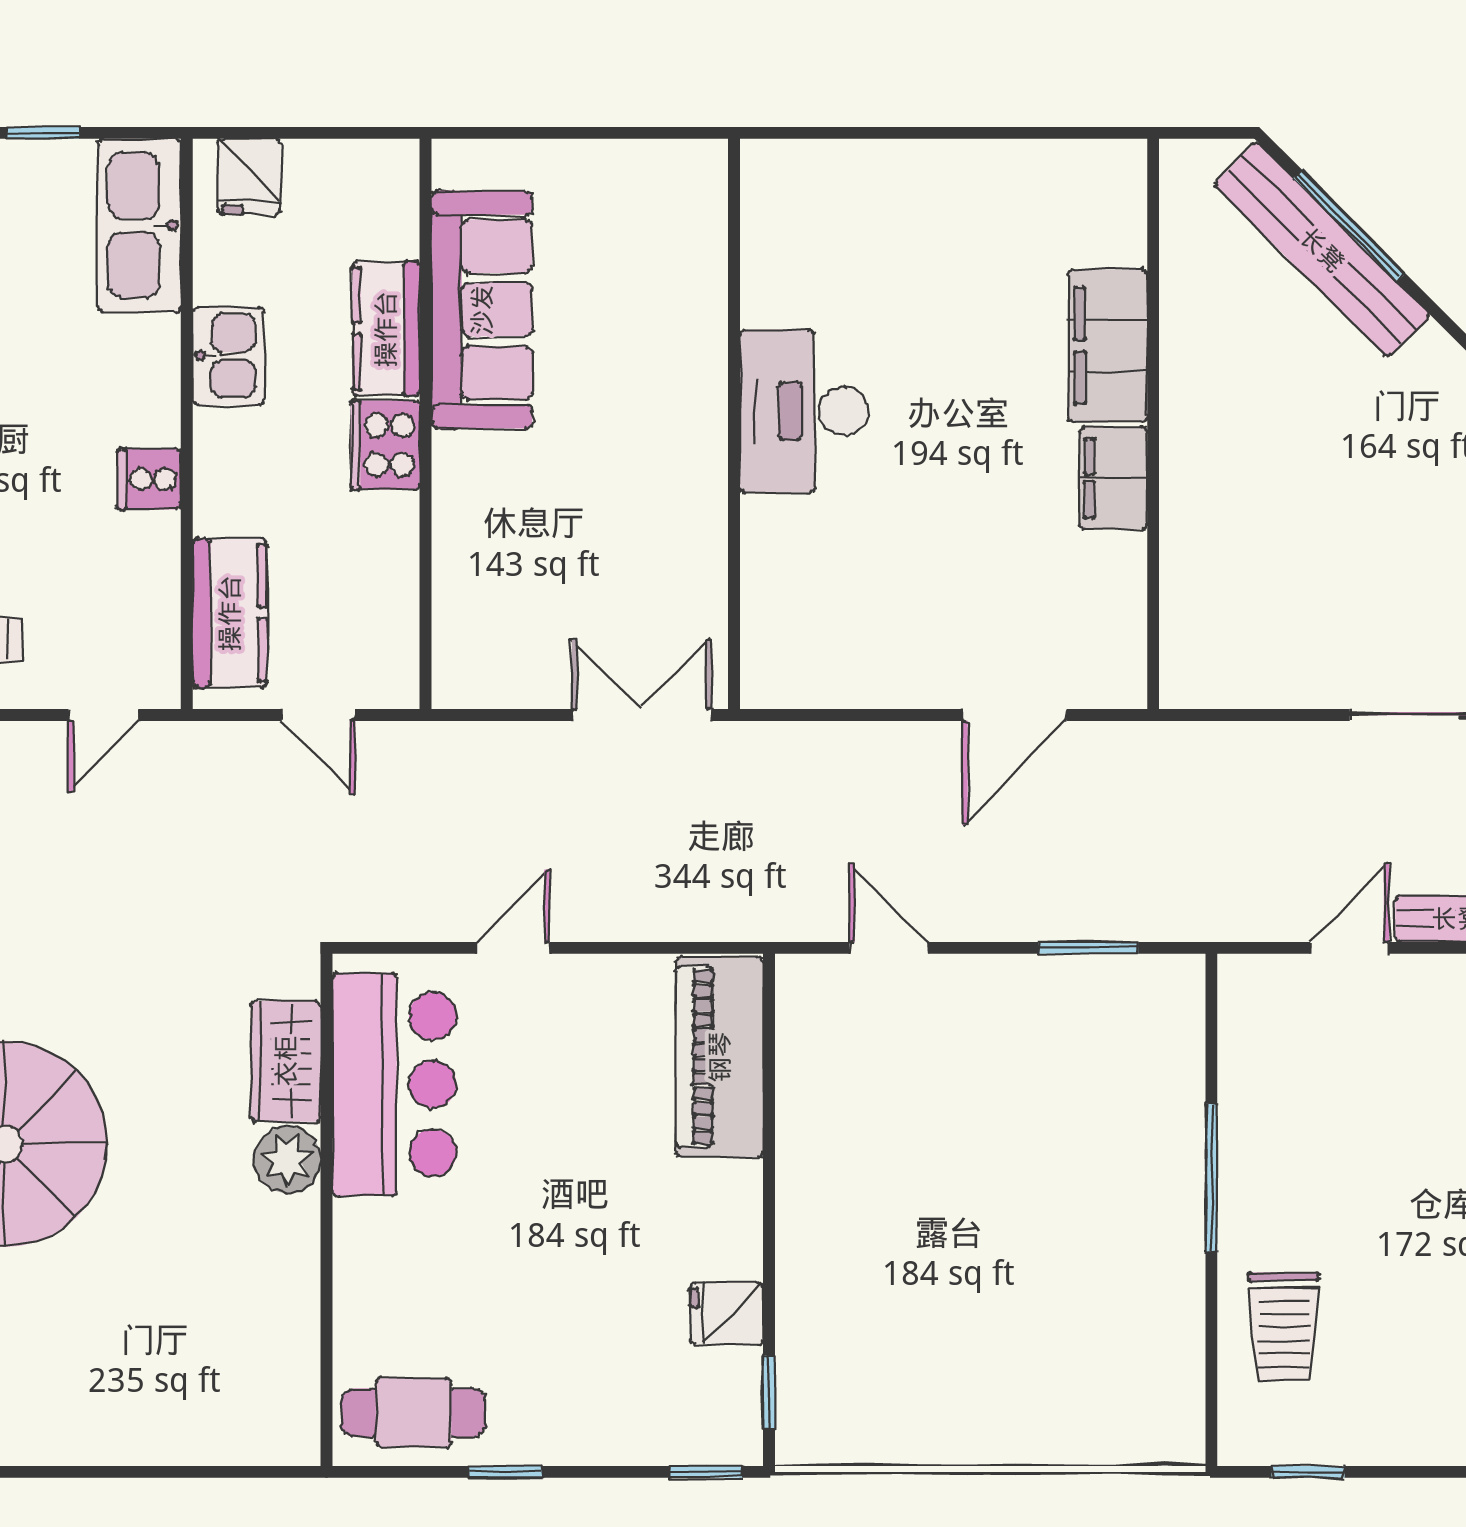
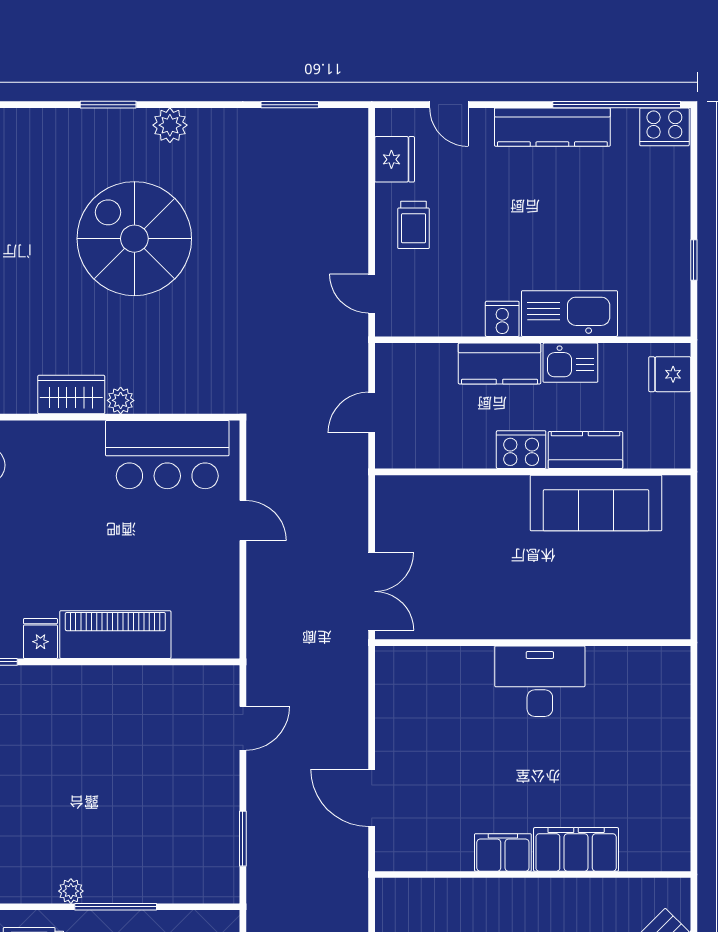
kitchen sink: (139, 225) -> (569, 314), moved
kitchen counter: (230, 613) -> (499, 364), moved
piano: (720, 1057) -> (115, 635), moved
wardrobe: (286, 1061) -> (71, 395), moved
plant: (287, 1160) -> (121, 400), width x0.73, depth x0.73
plant: (1183, 1259) -> (71, 891), added

